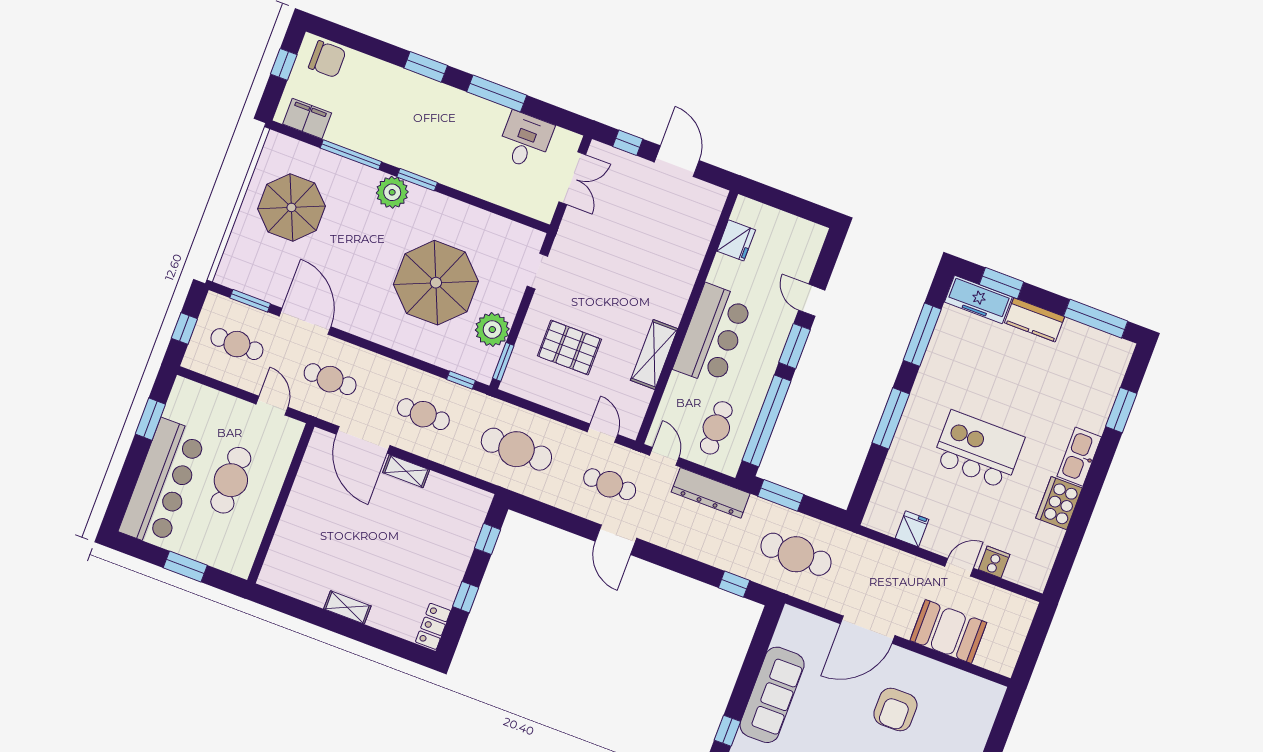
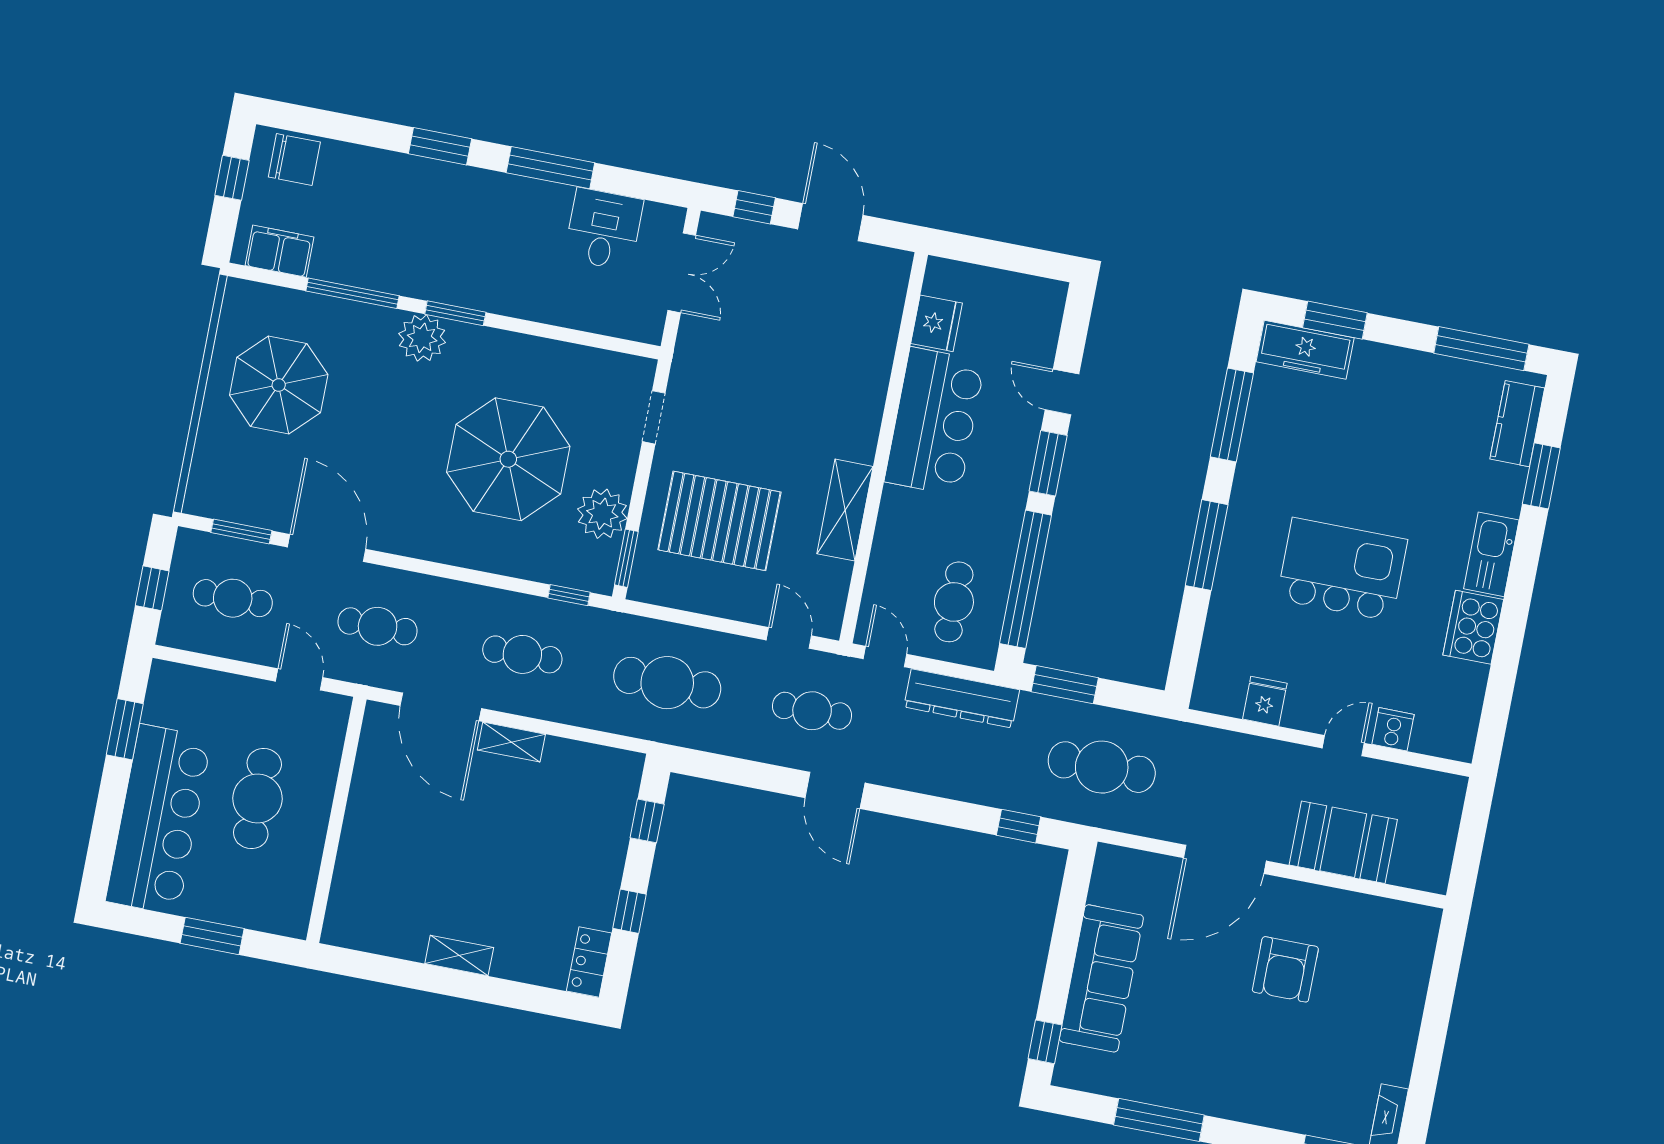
kitchen counter: (1035, 320) -> (1517, 424), moved, turned 90
bar counter: (713, 335) -> (935, 421), moved
pallet: (569, 348) -> (719, 521), width x1.37, depth x1.41

